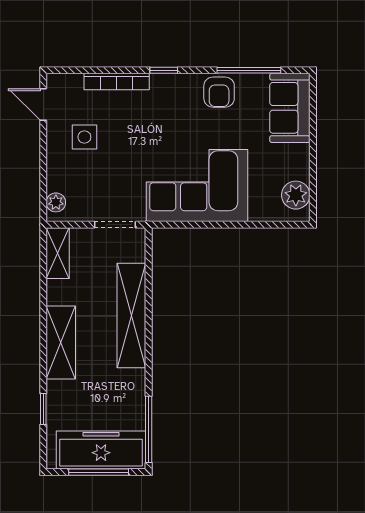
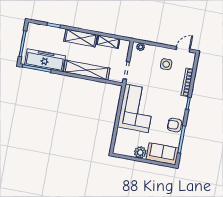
plant: (296, 195) -> (140, 152), moved
shelving: (58, 253) -> (108, 42), moved
freezer: (101, 450) -> (45, 60), moved, turned -90

